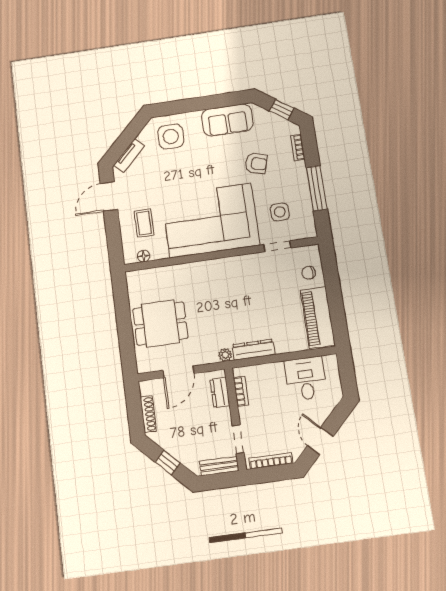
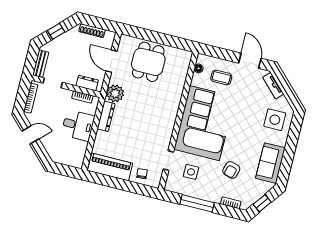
plant: (225, 355) -> (115, 93), width x1.87, depth x1.87
desk: (306, 379) -> (78, 125), moved

